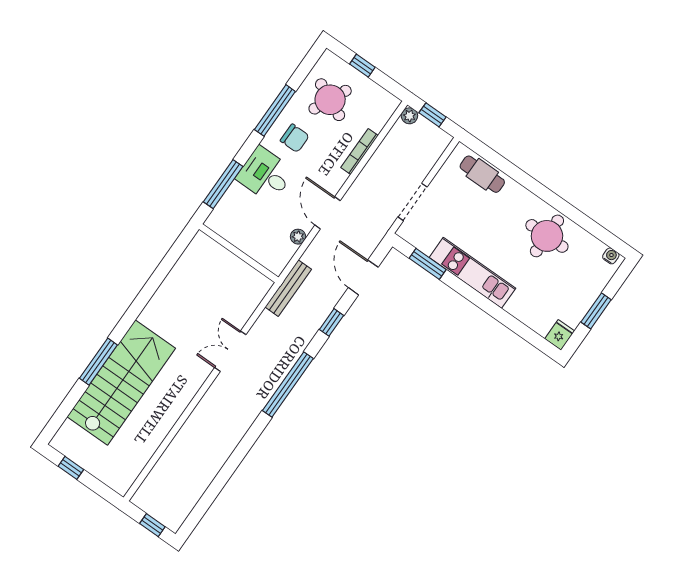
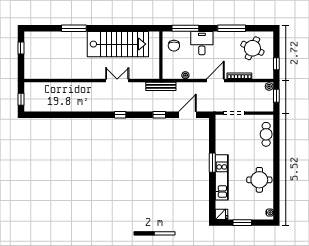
window: (362, 66) -> (276, 64), moved
chair: (295, 138) -> (174, 46), moved
door: (328, 213) -> (215, 81), moved
window: (428, 264) -> (212, 163), moved
kitchen unit: (472, 273) -> (222, 177), moved
stairs: (121, 382) -> (118, 44), moved
window: (288, 385) -> (120, 115), width x0.32

